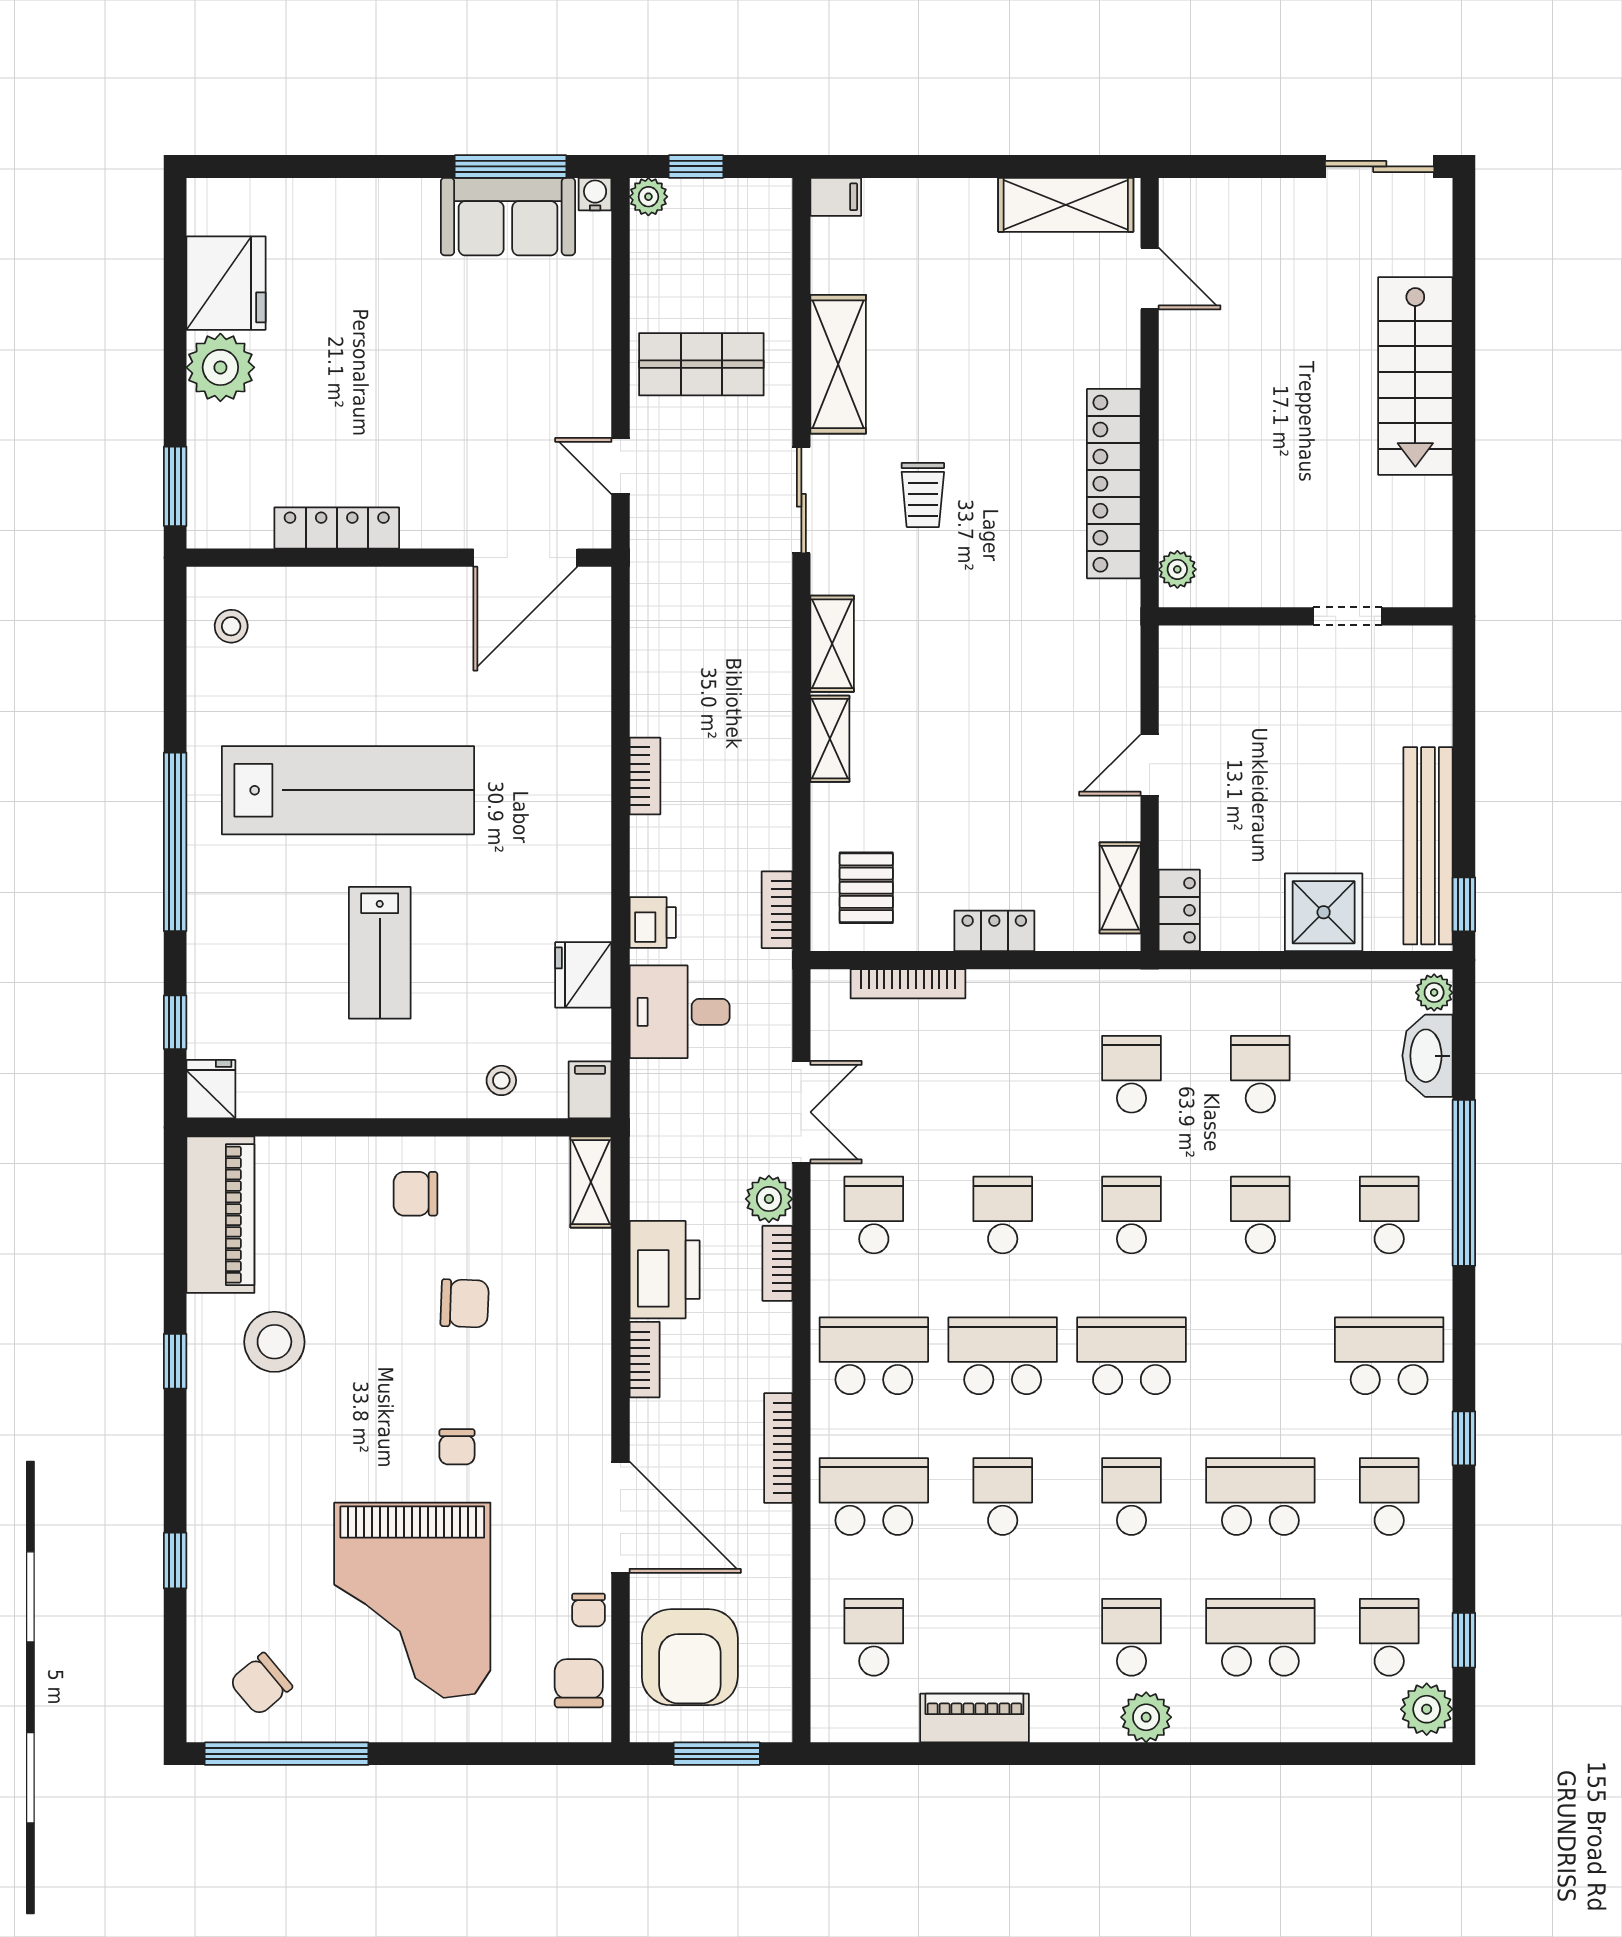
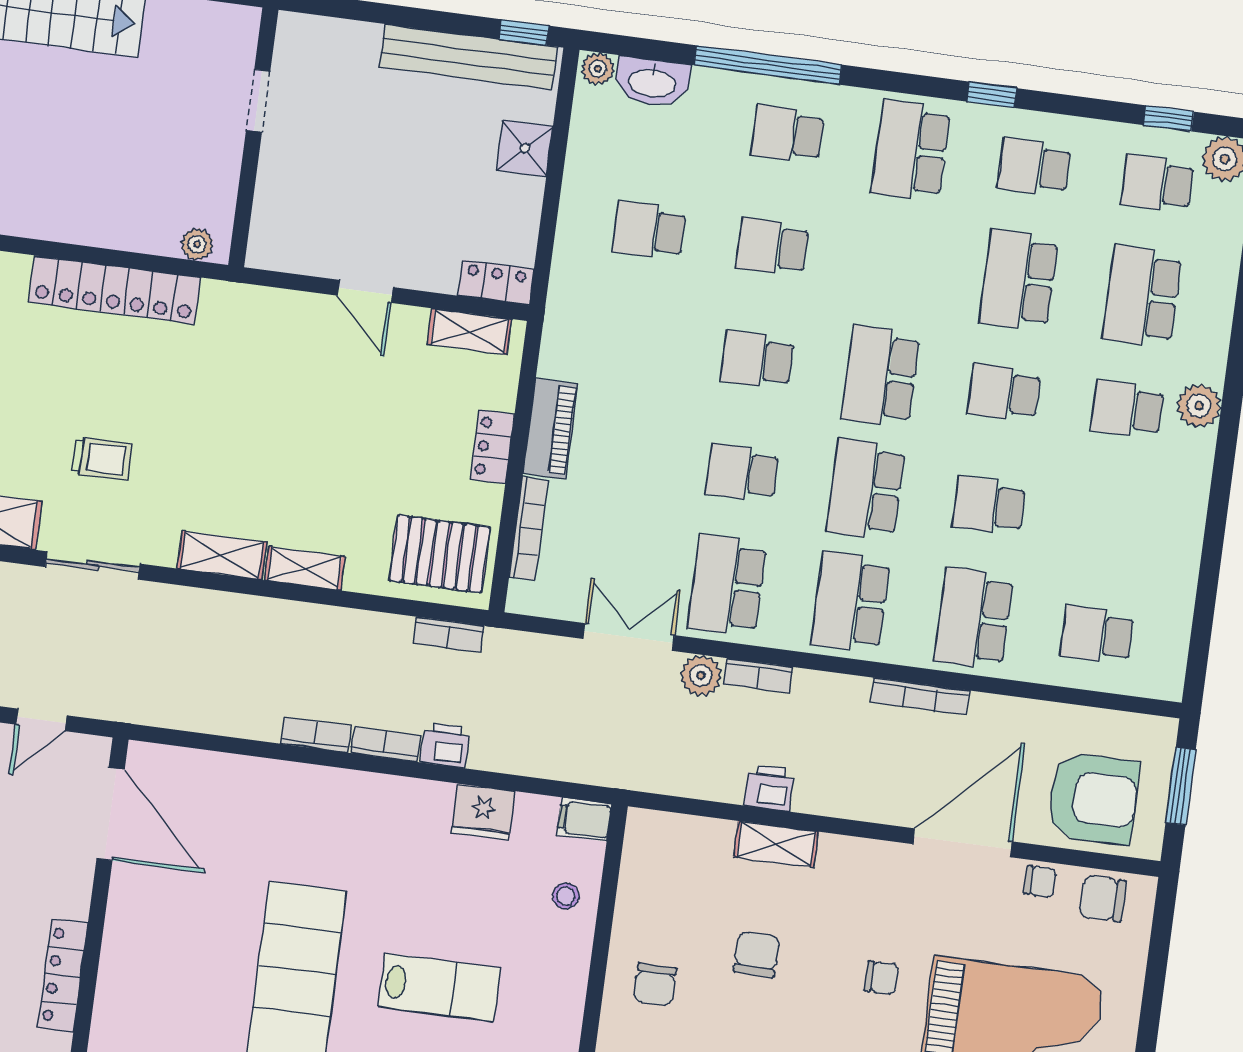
pallet: (866, 888) -> (440, 554), width x1.50, depth x1.42
shower: (1324, 912) -> (525, 148), width x0.73, depth x0.73
desk: (680, 1012) -> (526, 732), removed
school desk: (1131, 1074) -> (634, 343), removed
shelving: (591, 1182) -> (776, 844), moved
school desk: (874, 1215) -> (727, 586), width x1.85
printer: (665, 1270) -> (769, 788), width x0.53, depth x0.68
bookcase: (645, 1360) -> (386, 744), moved
piano: (974, 1718) -> (551, 429), moved, turned 180

